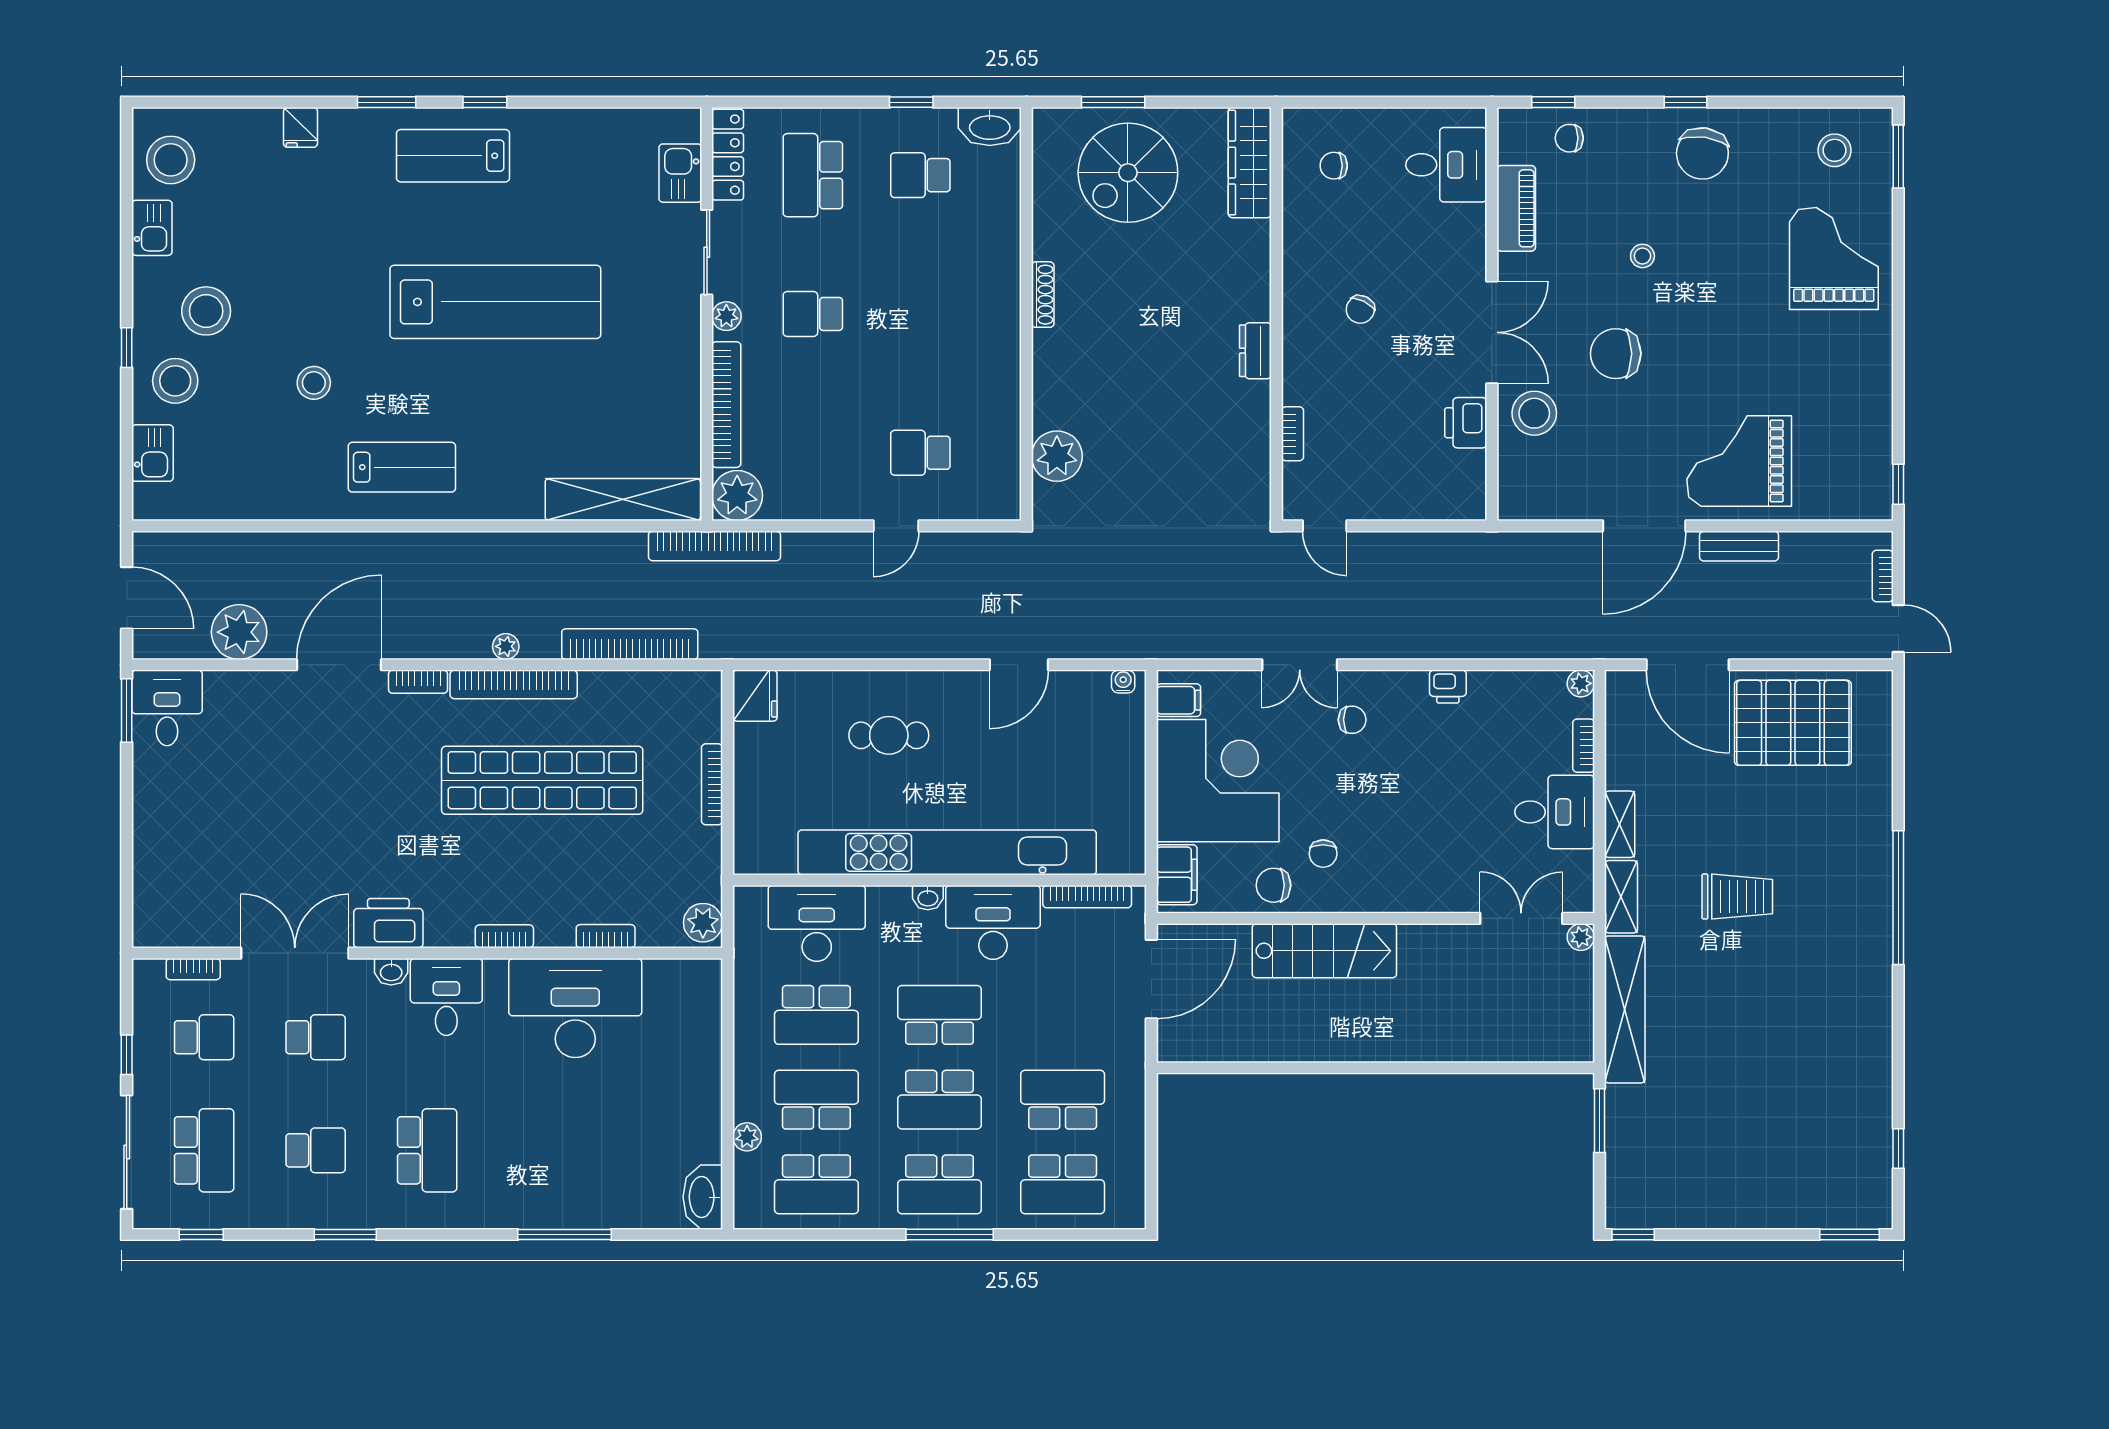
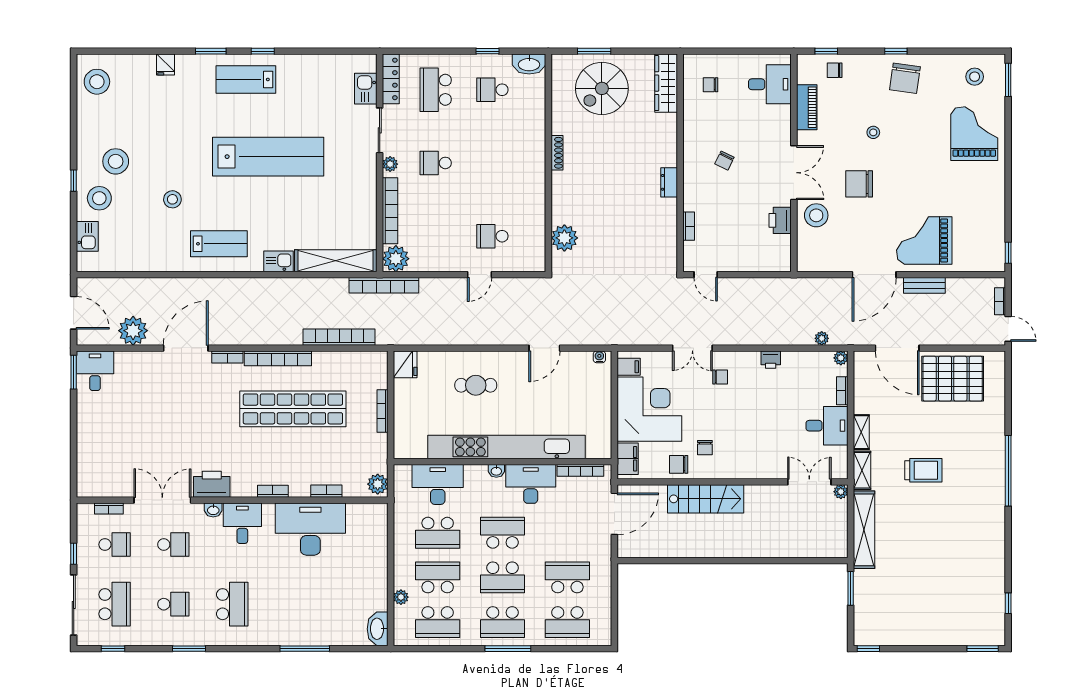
kitchen sink: (152, 228) -> (278, 261), moved, turned -90
plant: (506, 646) -> (822, 338), moved

